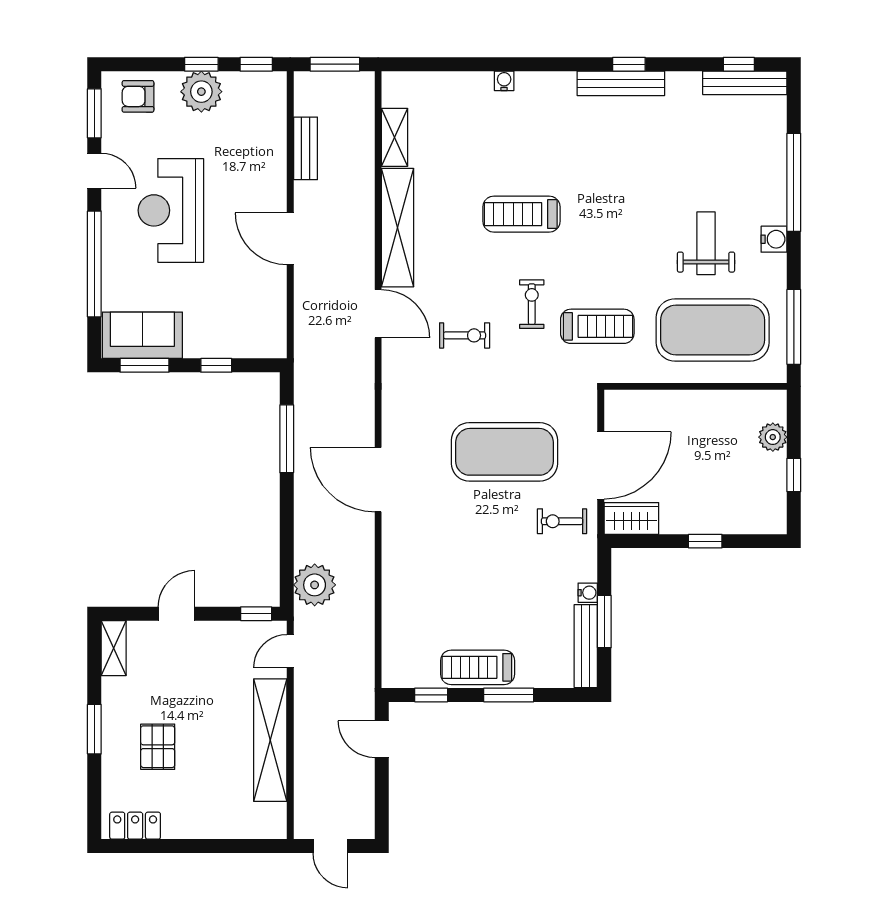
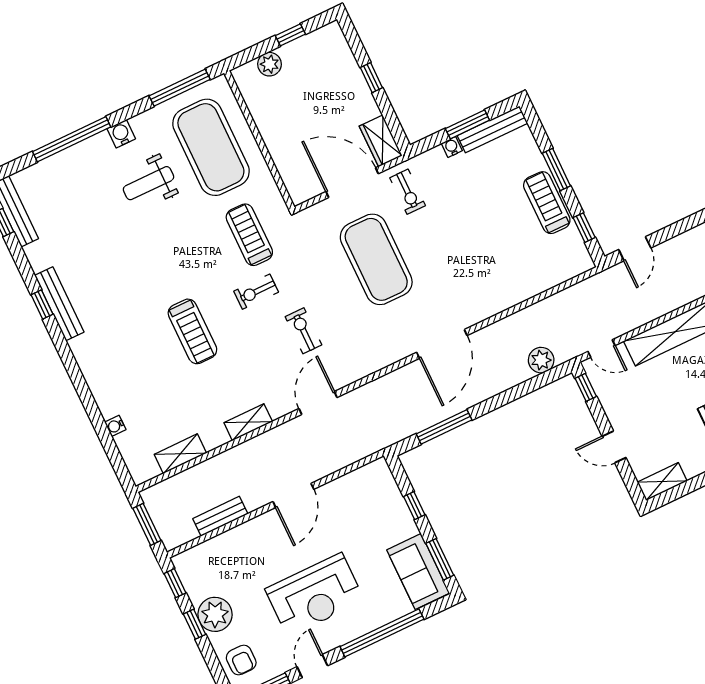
water cooler: (504, 81) -> (115, 426), moved
shelving: (398, 228) -> (248, 422), width x0.45, depth x0.75
plant: (315, 585) -> (541, 360), width x0.73, depth x0.73
treadmill: (478, 667) -> (547, 203), turned 180

